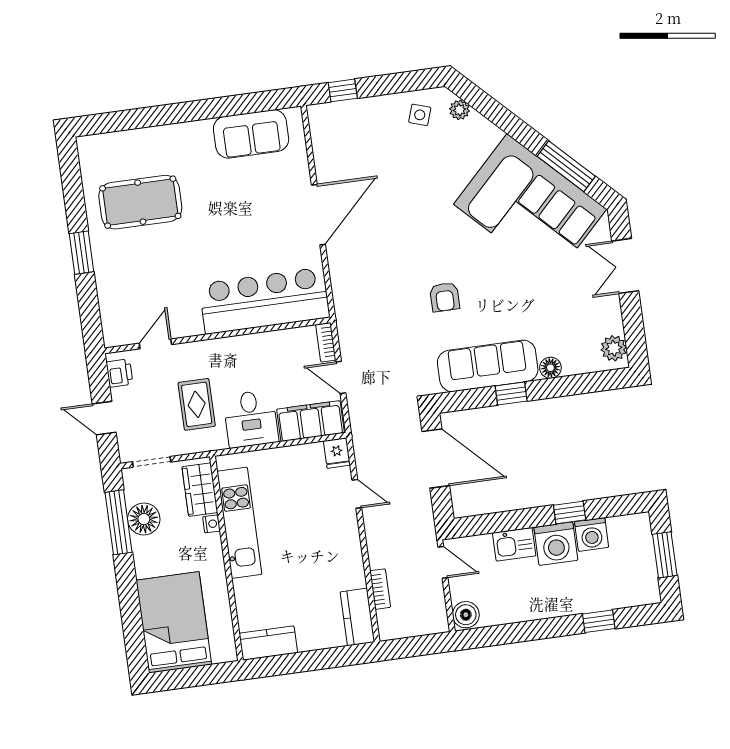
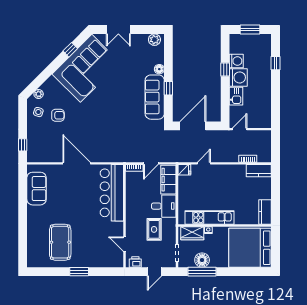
window: (566, 166) -> (70, 50), width x0.46
armchair: (445, 297) -> (58, 115), moved
rug: (197, 404) -> (154, 229), turned 90
boiler: (466, 615) -> (264, 122), removed
bed: (174, 622) -> (250, 248), width x1.36

